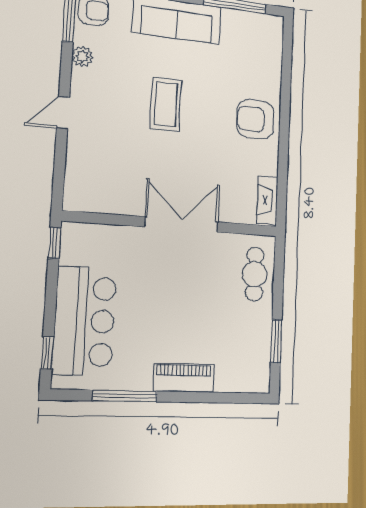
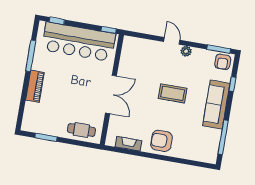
plant: (82, 56) -> (186, 51), moved
armchair: (255, 119) -> (162, 141), turned -90
fireplace: (267, 200) -> (129, 144), moved
bar counter: (84, 321) -> (79, 42), width x1.36

